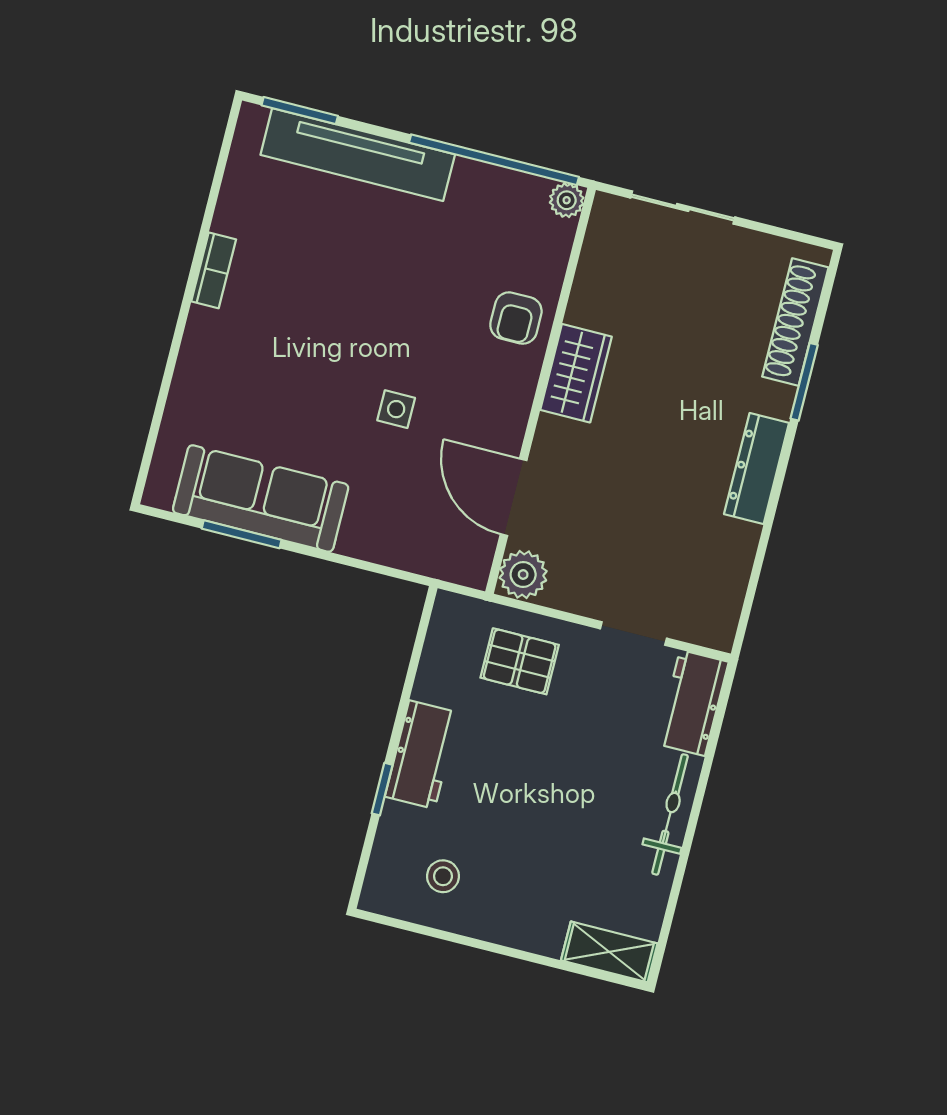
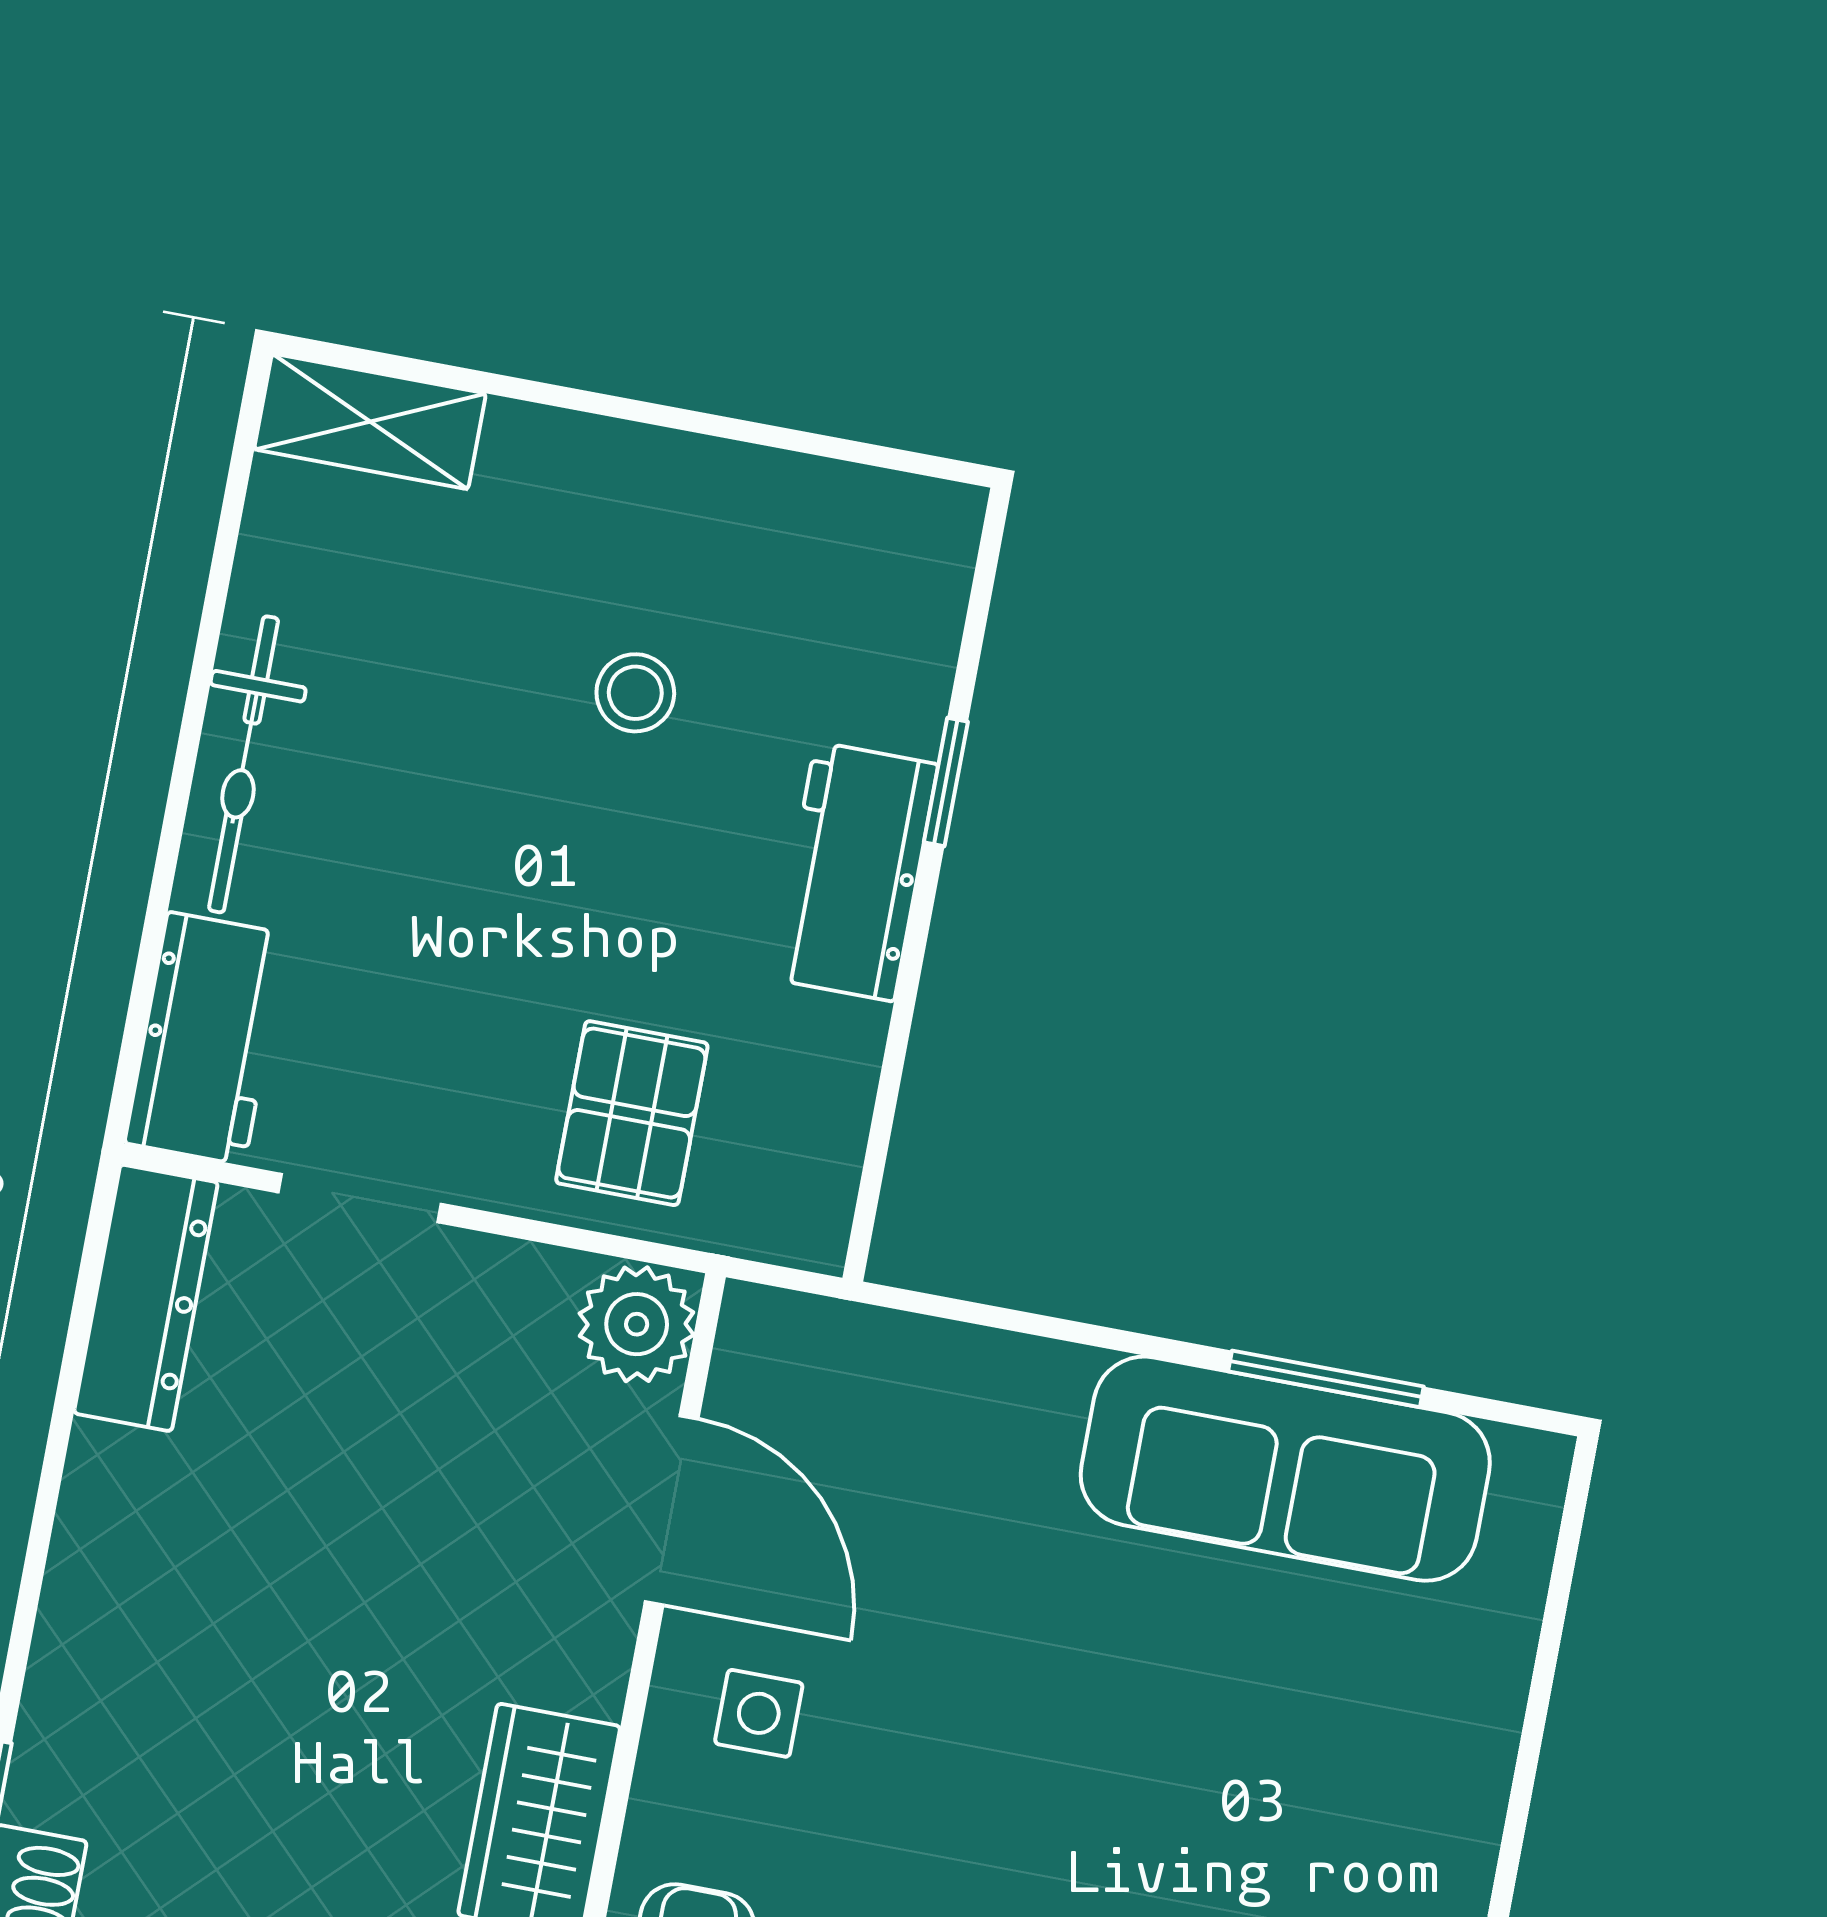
side table: (396, 409) -> (759, 1713), moved
dresser: (757, 469) -> (146, 1298), moved
pallet: (520, 661) -> (632, 1113), turned 90
stool: (443, 876) -> (635, 693), moved

